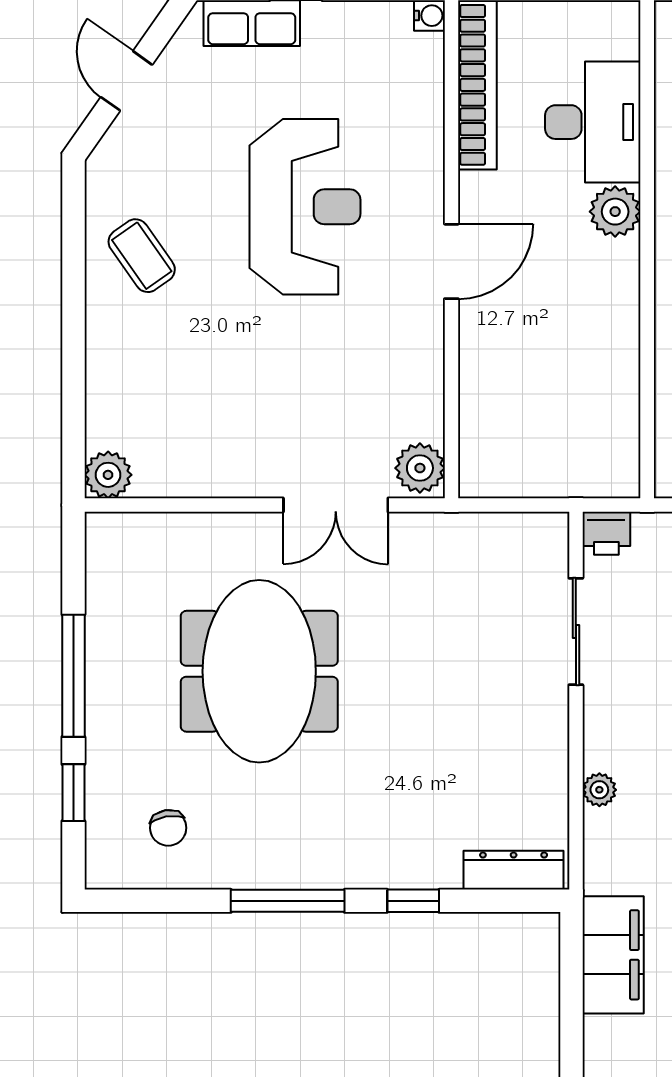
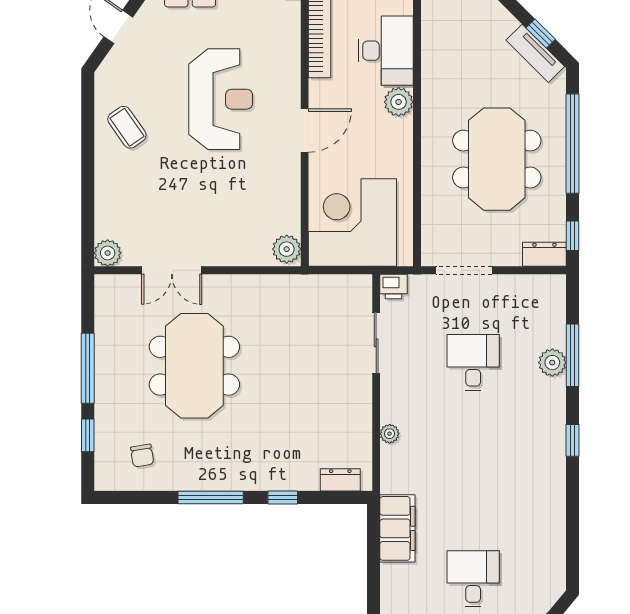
corner desk: (535, 422) -> (352, 223), added
double door: (336, 505) -> (172, 270), moved
dresser: (514, 870) -> (340, 480), width x0.70

